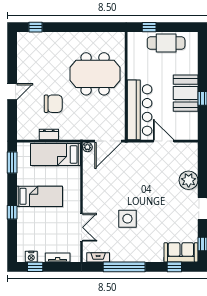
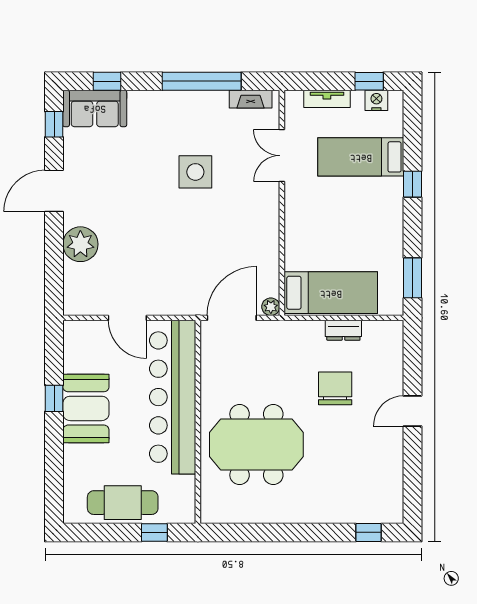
chair: (53, 104) -> (335, 388), turned 90
bar counter: (140, 110) -> (173, 397), width x1.36
bed: (40, 196) -> (361, 157), moved

